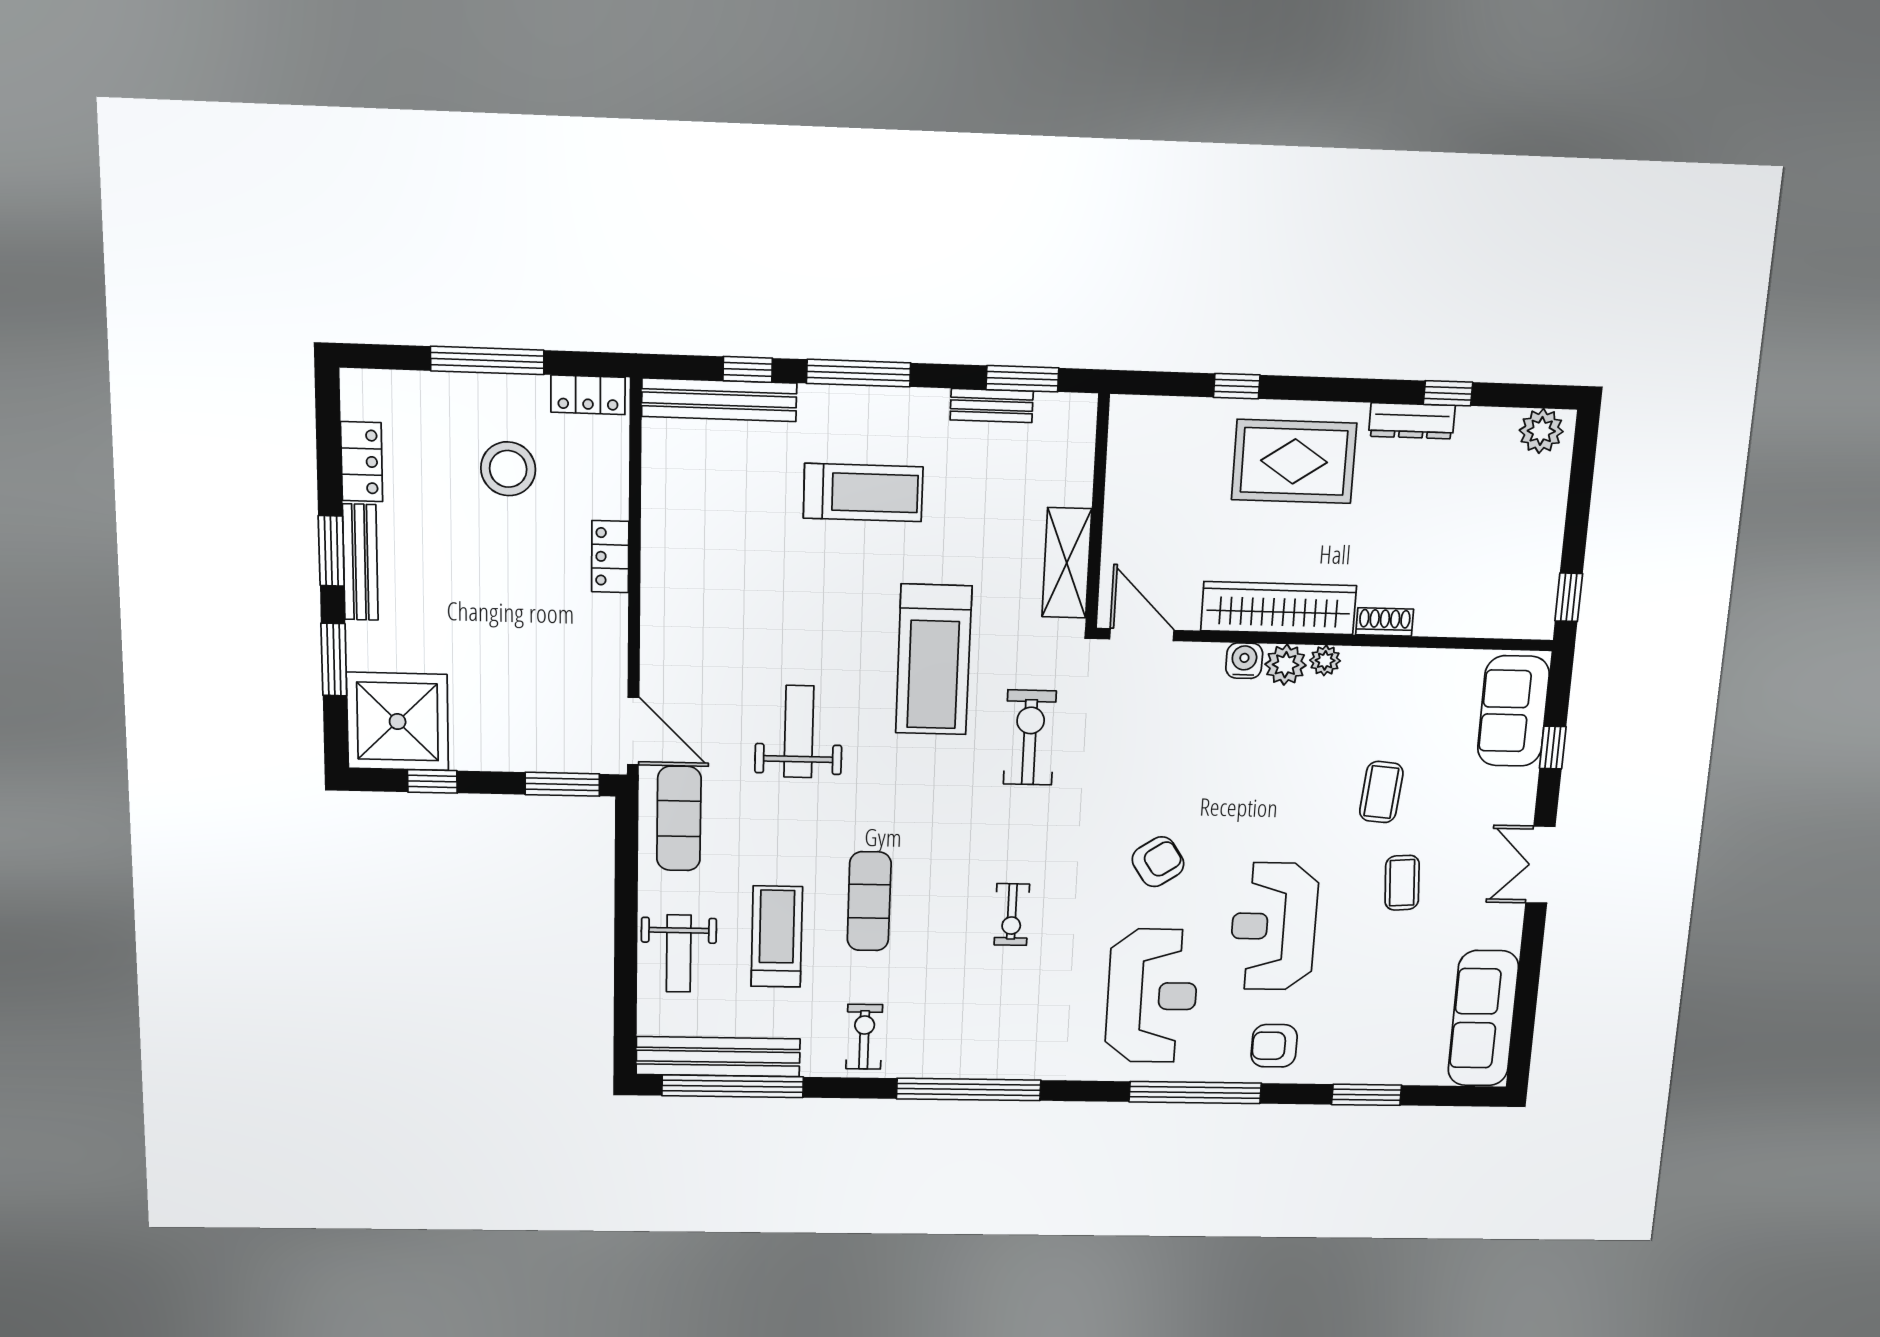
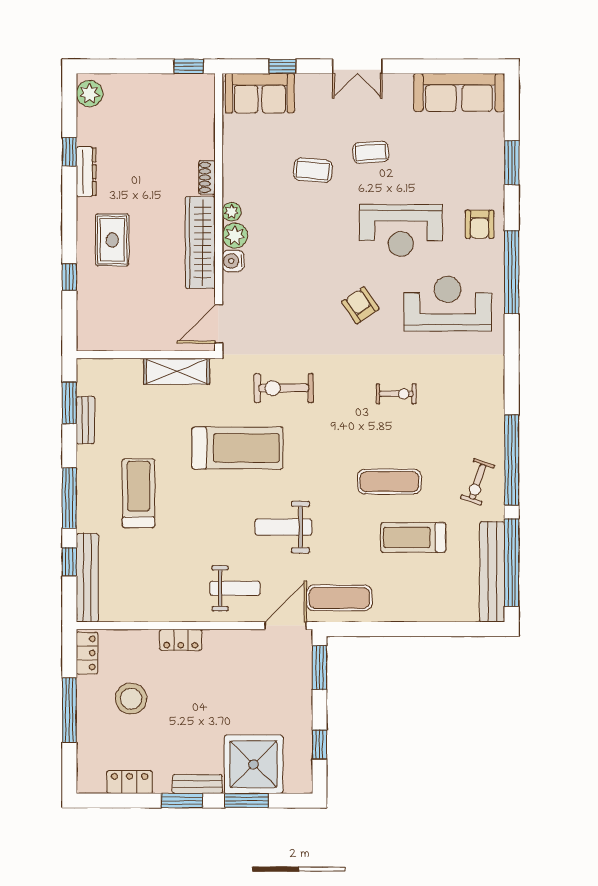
rug: (1294, 461) -> (112, 240), width x0.73, depth x0.70
bench: (360, 562) -> (197, 784), width x0.73
shower: (398, 722) -> (253, 764), moved
weight bench: (679, 953) -> (235, 588), moved
exercise bike: (864, 1037) -> (478, 482), turned -71
window: (969, 1089) -> (512, 460), moved

